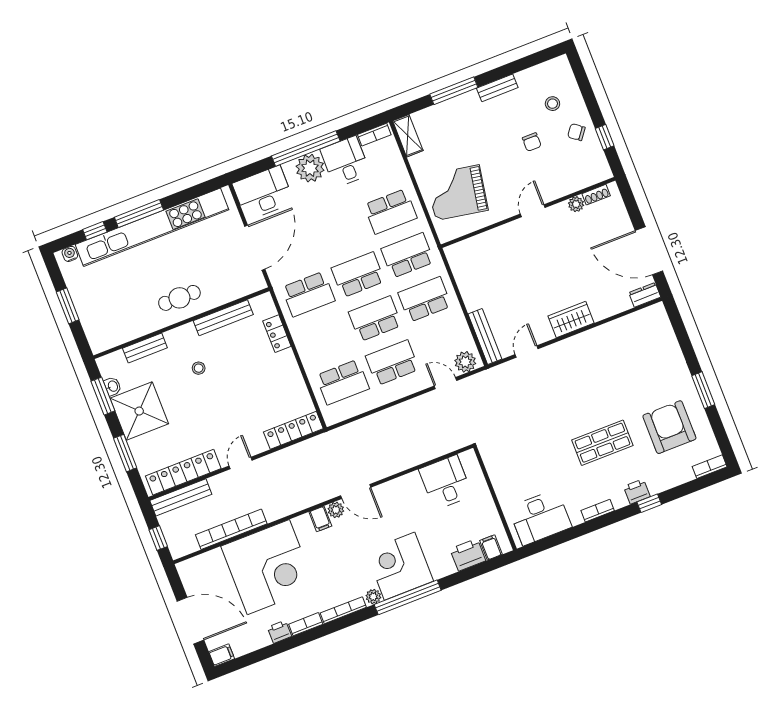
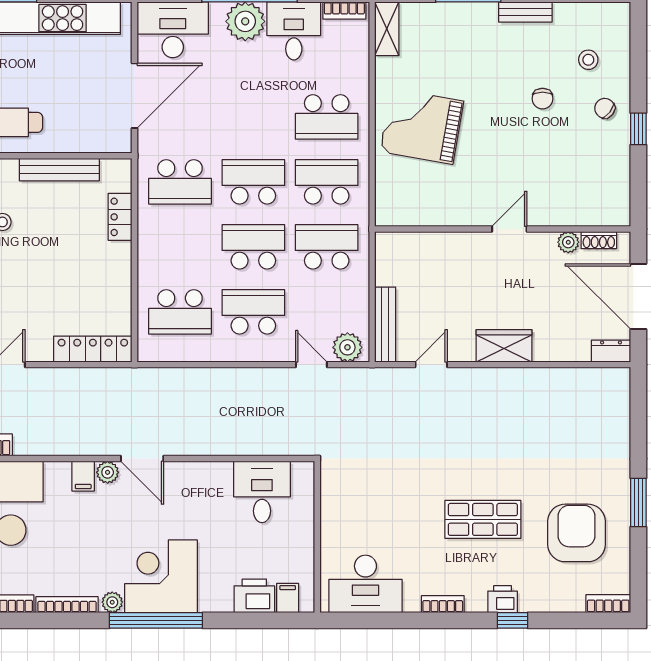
shoe rack: (596, 195) -> (599, 240), moved
plant: (576, 204) -> (568, 242), moved
door: (533, 211) -> (509, 229), moved
wall: (528, 212) -> (503, 229), moved

